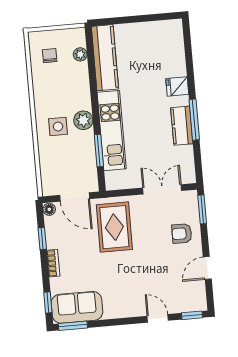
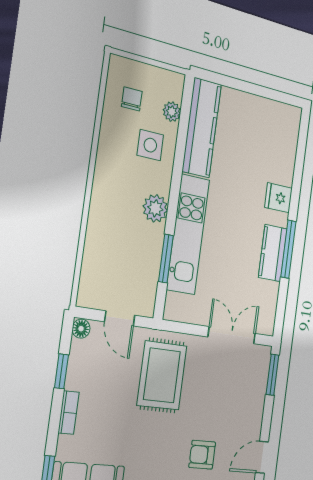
side table: (58, 126) -> (150, 145), moved
door: (75, 197) -> (120, 318), width x0.73
armchair: (182, 233) -> (202, 455), moved

